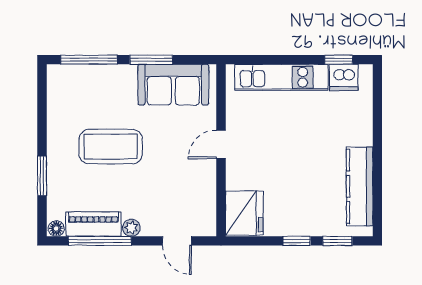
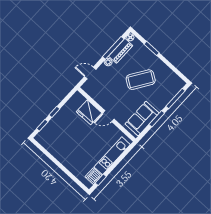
door: (221, 145) -> (108, 116), swing flipped
coffee table: (111, 147) -> (141, 80), turned 33
kitchen counter: (360, 186) -> (53, 149), removed
fridge: (244, 213) -> (89, 112), moved

